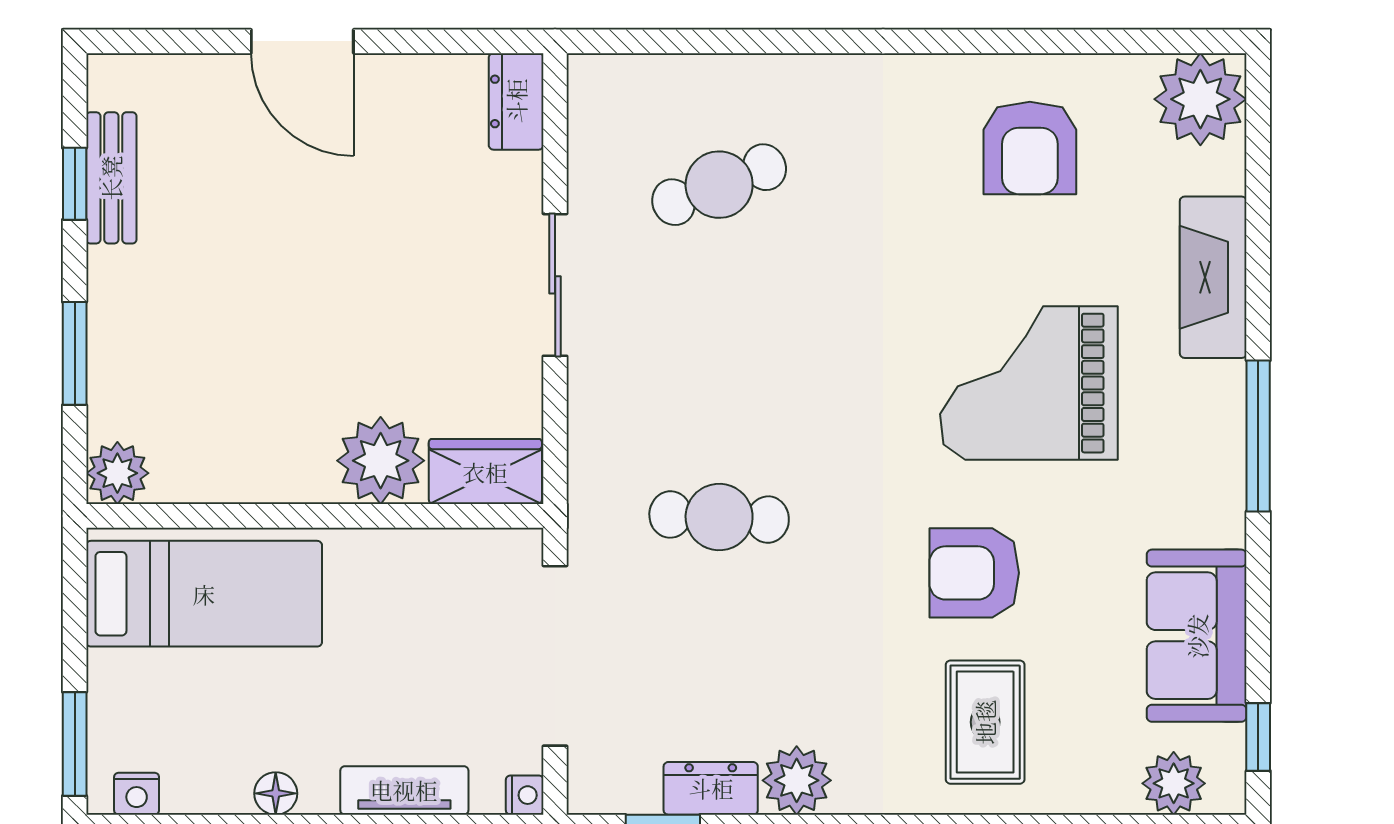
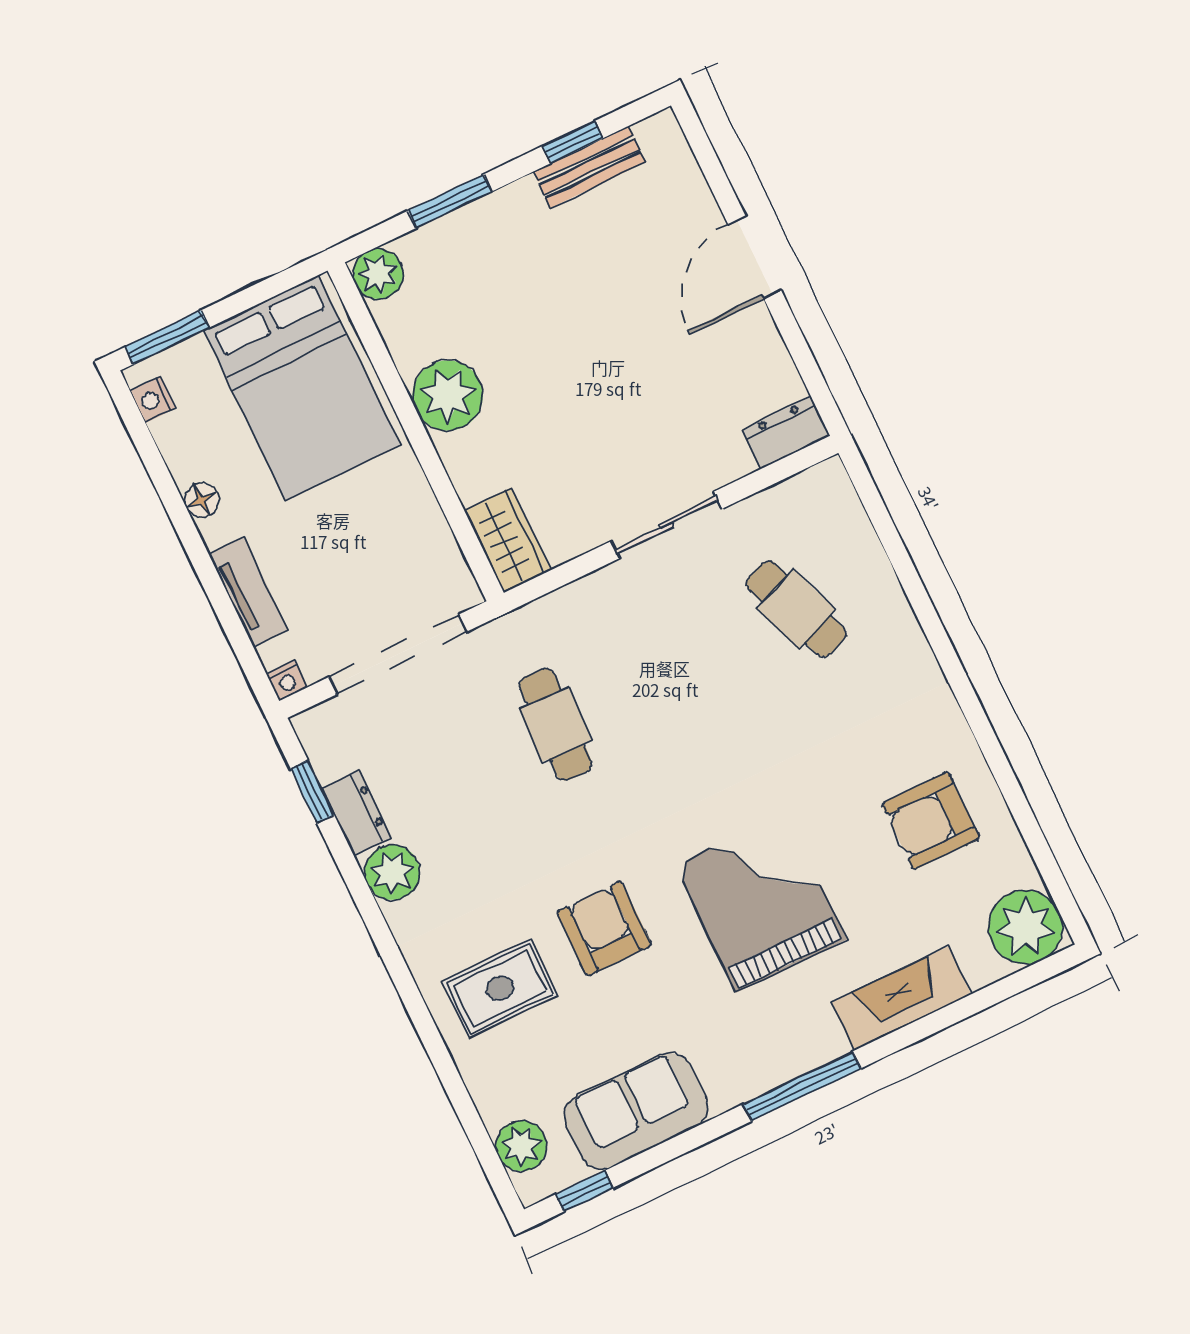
plant: (381, 461) -> (448, 395), moved
bed: (204, 594) -> (302, 388), width x1.50

